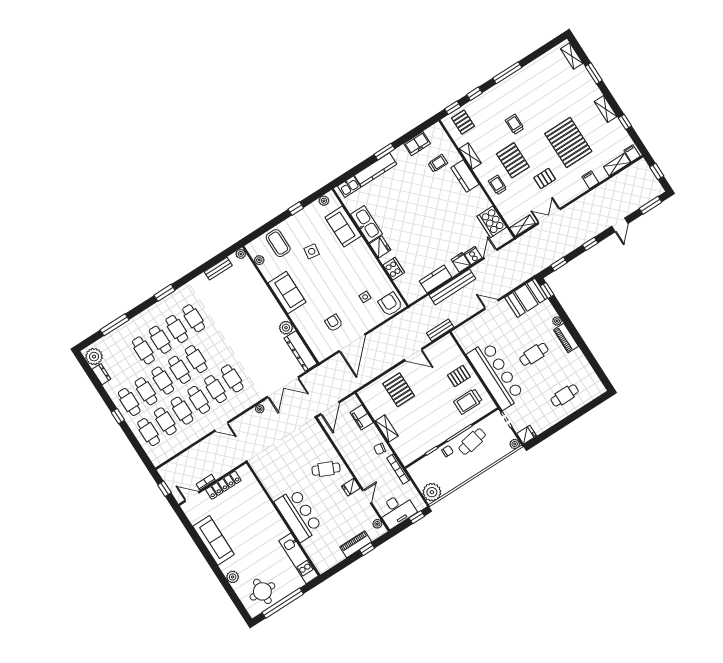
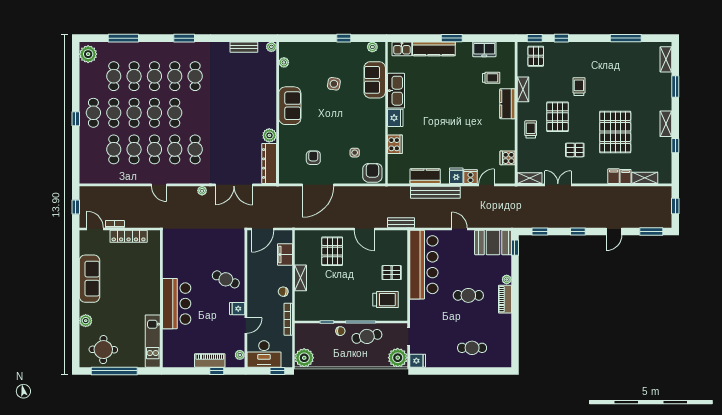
window: (507, 73) -> (626, 38), moved
filing cabinet: (632, 153) -> (626, 177), moved
cooker: (492, 222) -> (508, 158), width x0.53, depth x0.76
coffee table: (278, 243) -> (310, 58), removed
dresser: (101, 374) -> (85, 73), removed
bar counter: (496, 375) -> (424, 265), moved
trolley: (468, 401) -> (386, 300), turned 180
cafe table: (149, 432) -> (114, 76), moved
plant: (515, 444) -> (398, 358), width x1.88, depth x1.88

